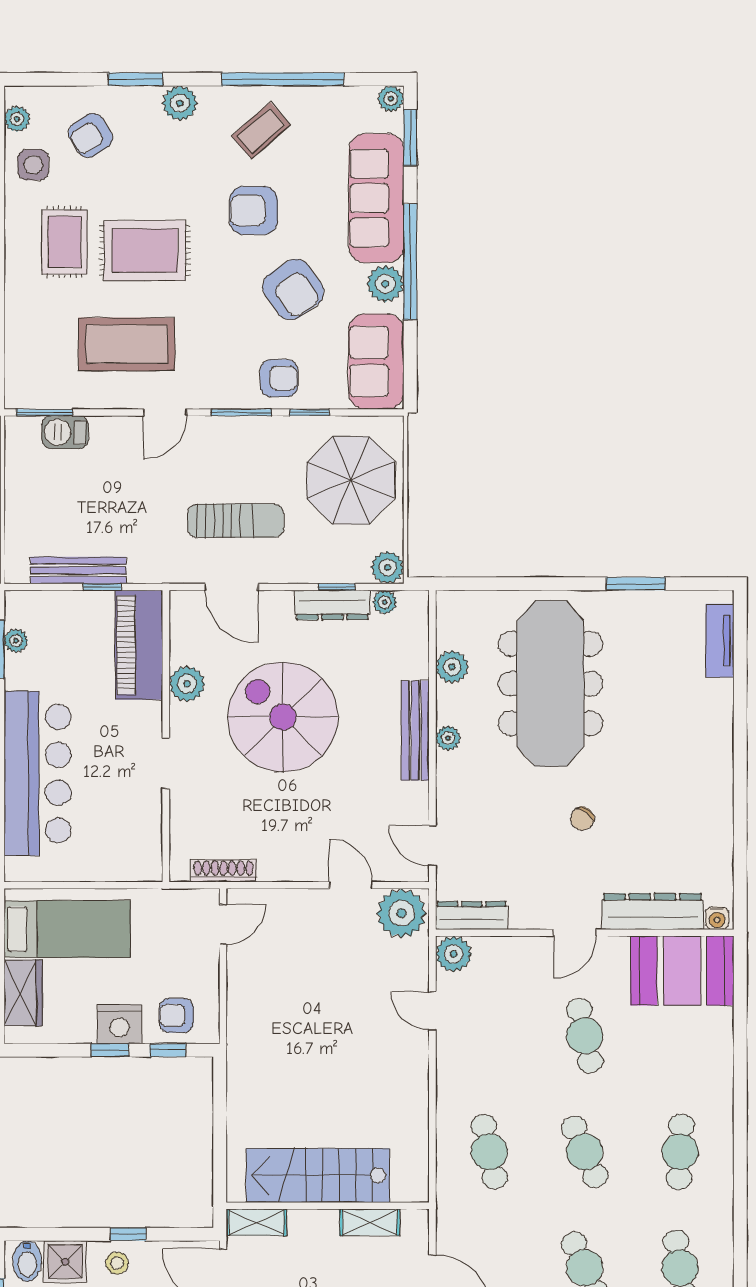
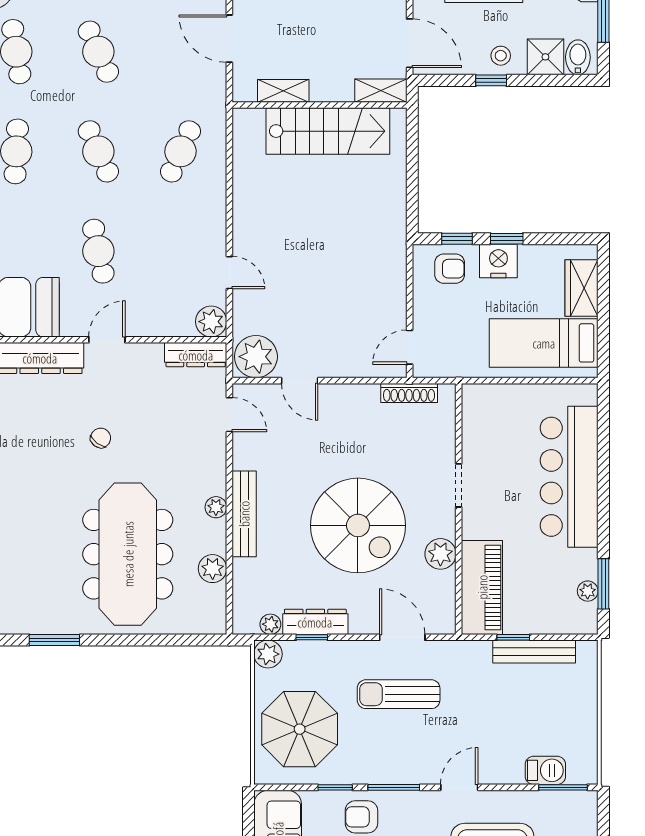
cafe table: (489, 1152) -> (180, 151), turned 36

